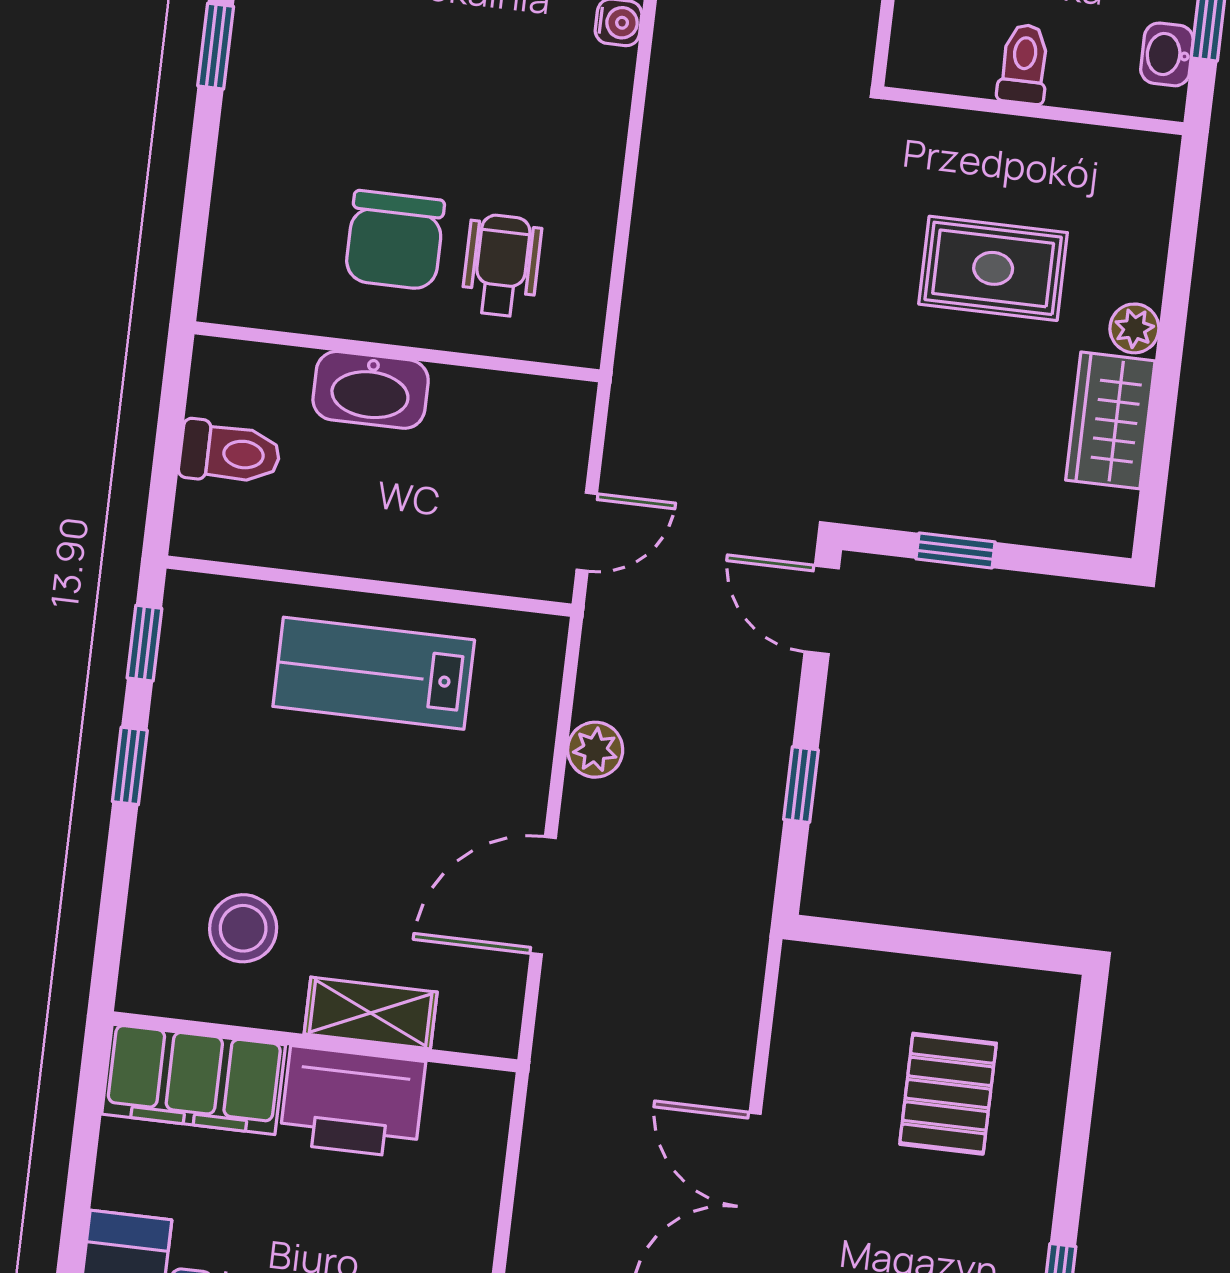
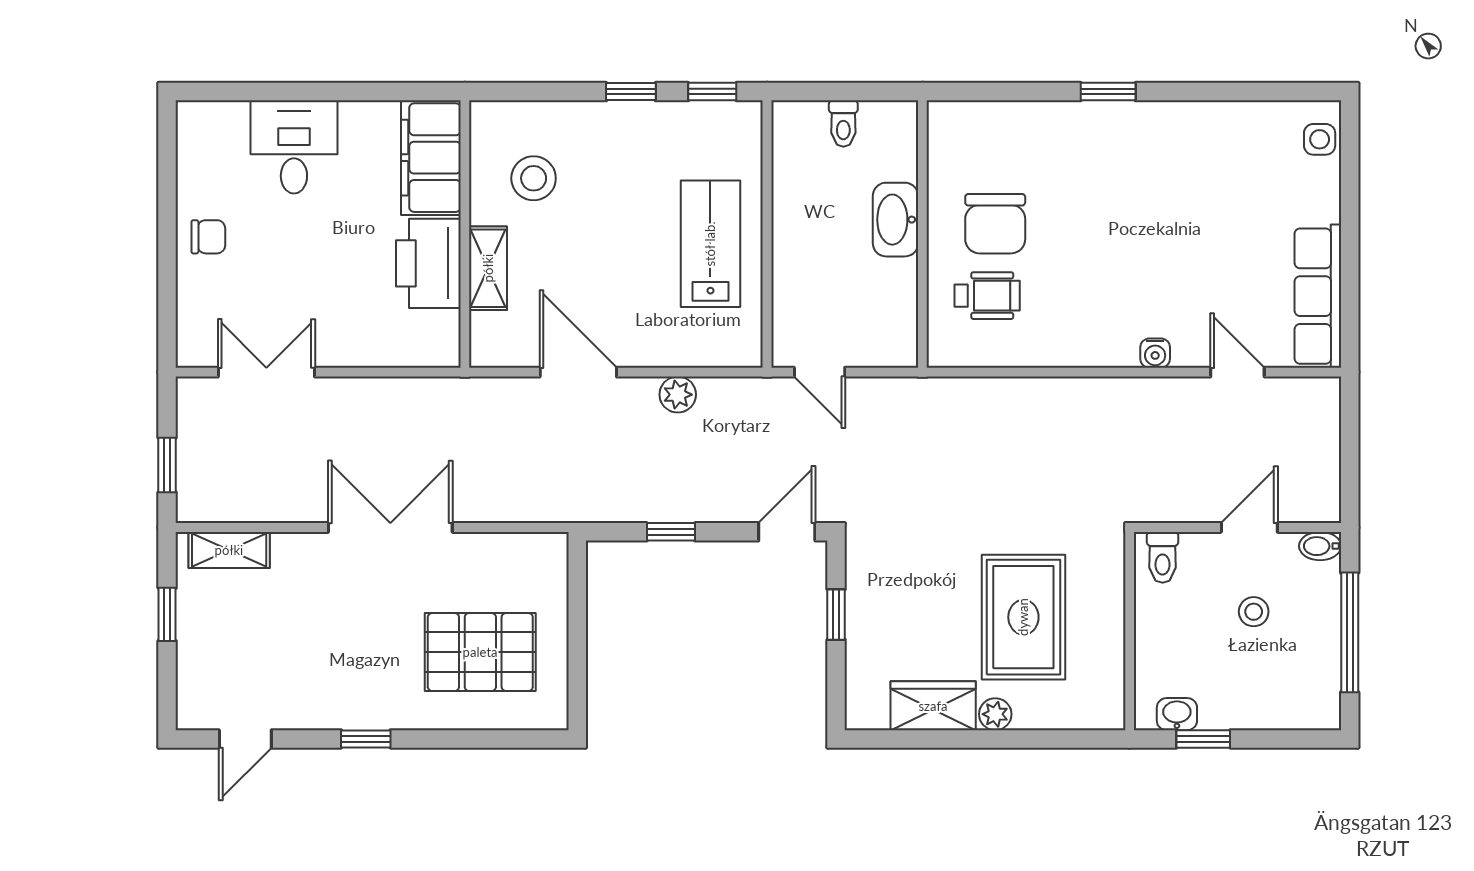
toilet: (1024, 64) -> (1163, 557), moved, turned 90
chair: (395, 240) -> (995, 224), turned -90
rug: (993, 268) -> (1023, 617), width x1.36, depth x1.43
toilet: (230, 453) -> (843, 124), width x0.73, depth x0.72
pallet: (948, 1094) -> (480, 652), width x1.50, depth x1.42

